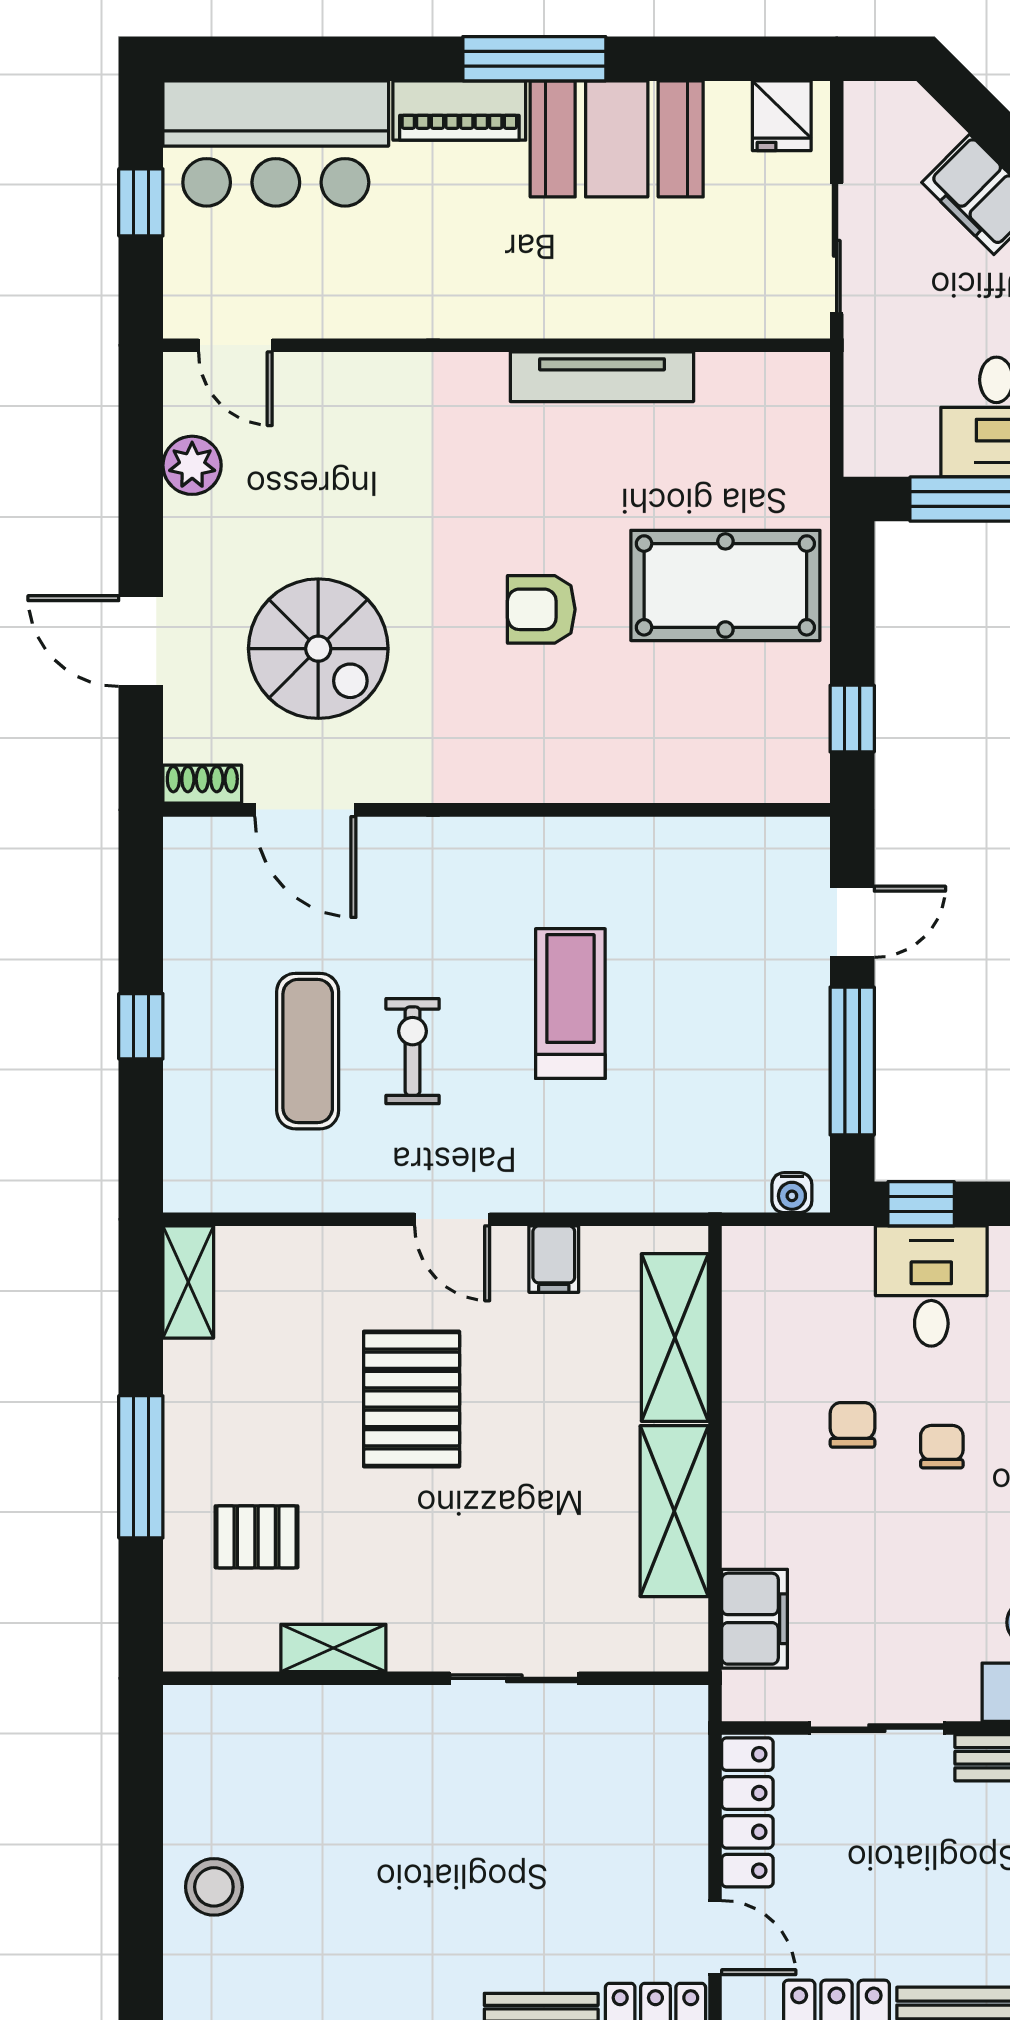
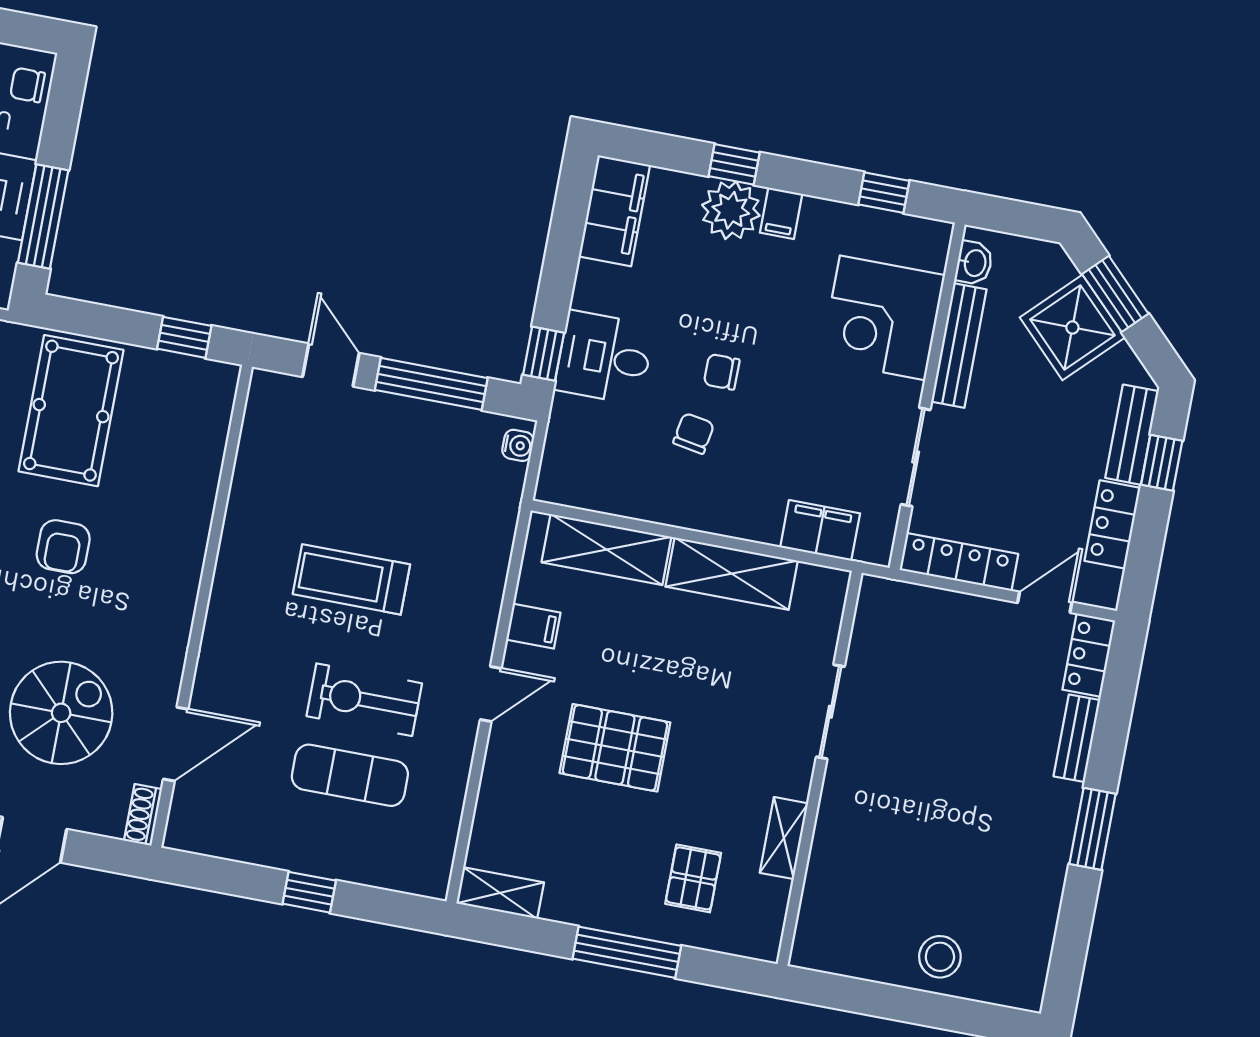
exercise bike: (413, 1051) -> (364, 700), width x1.38, depth x1.39
chair: (852, 1425) -> (694, 433), turned 100

